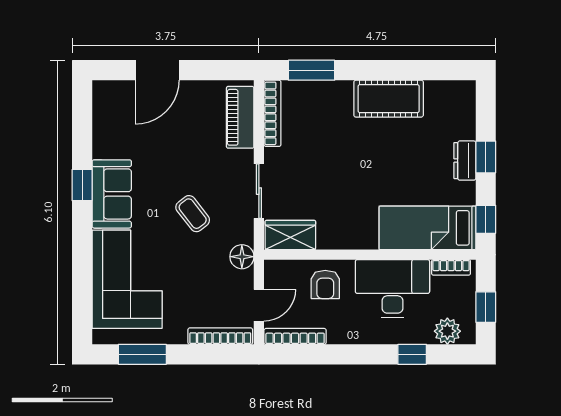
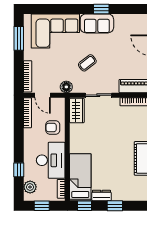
dresser: (465, 161) -> (101, 196), moved

